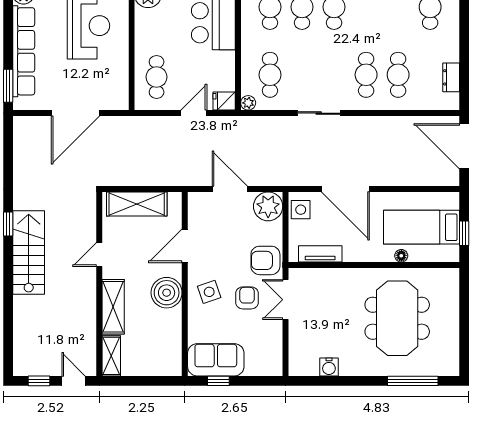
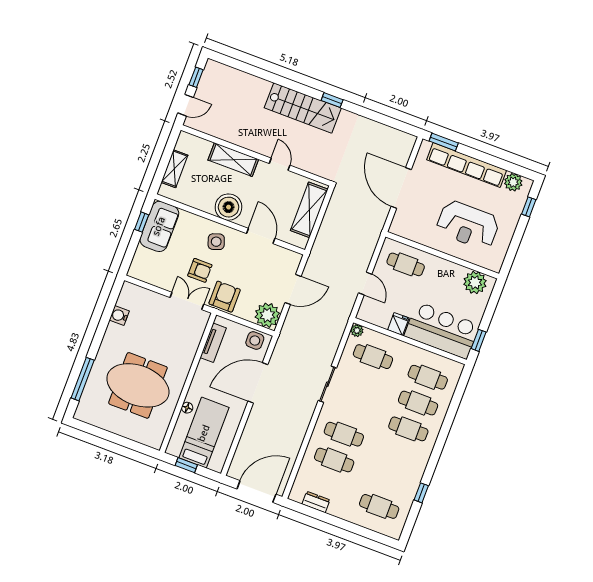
fridge: (224, 101) -> (398, 324), moved
shelving: (111, 356) -> (174, 169), moved, turned 90

